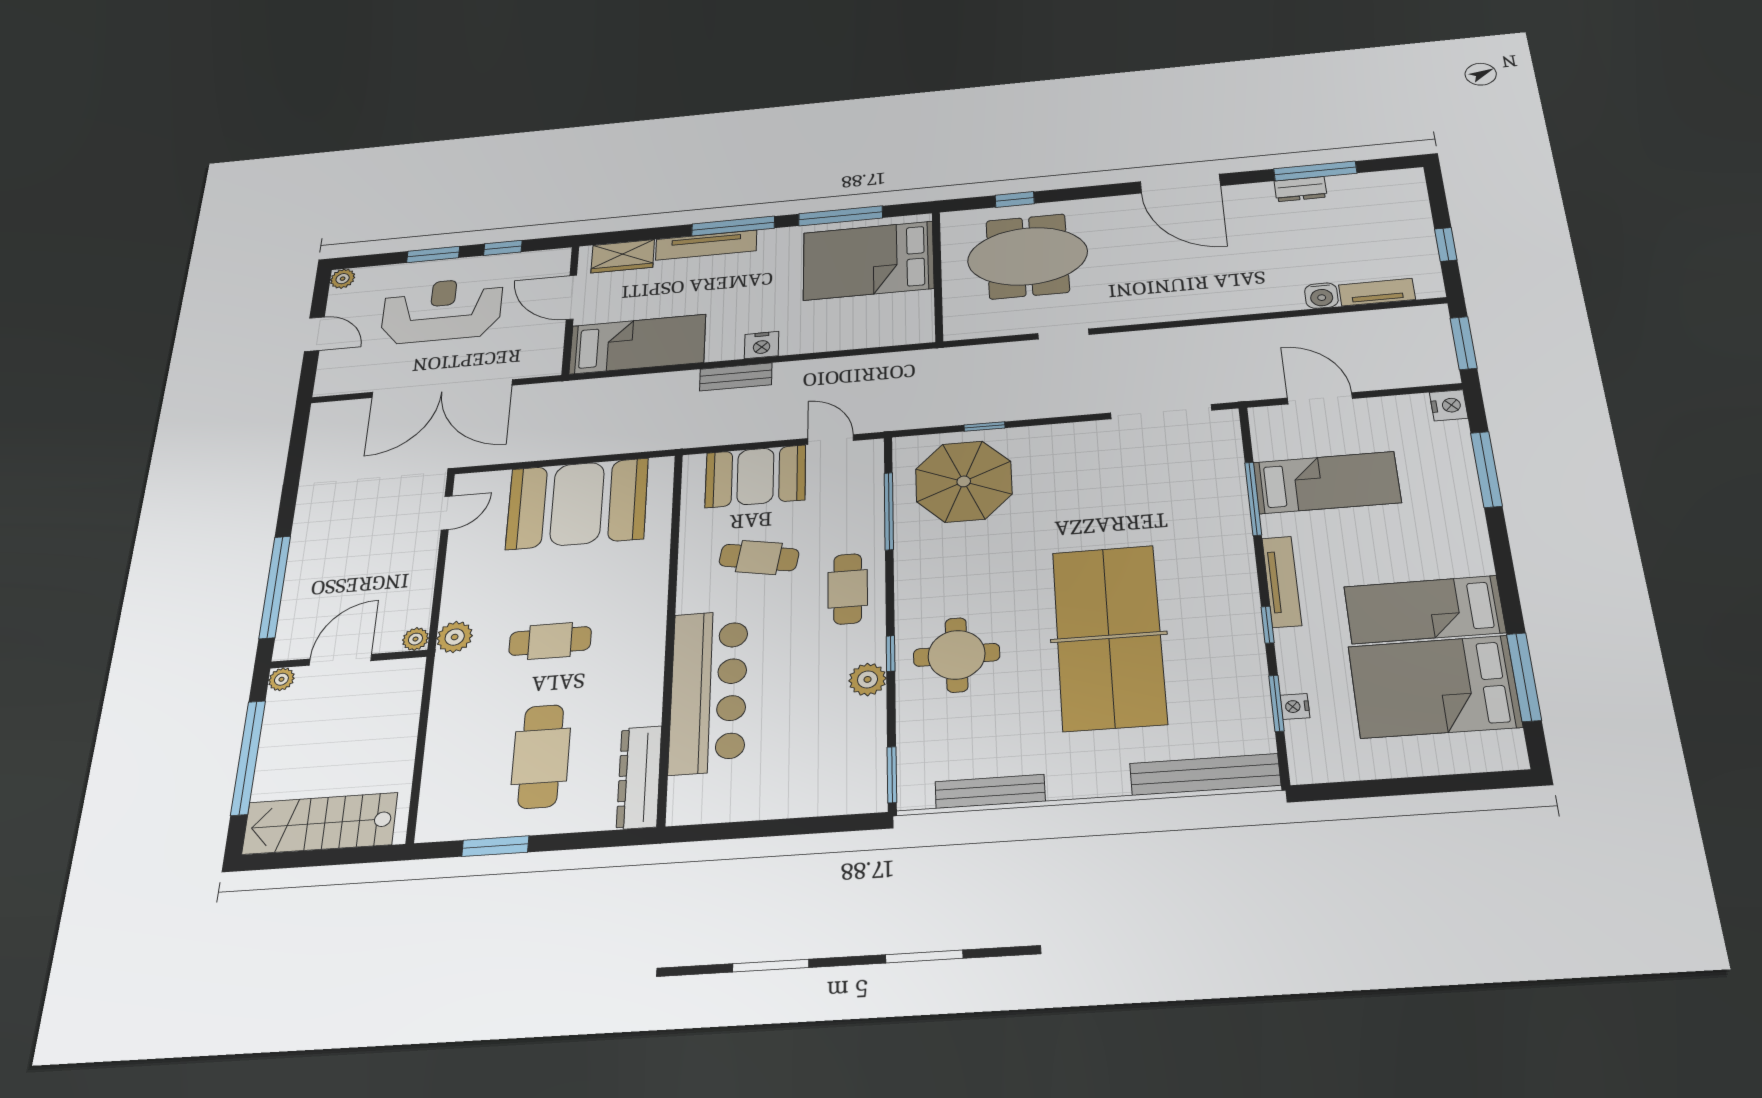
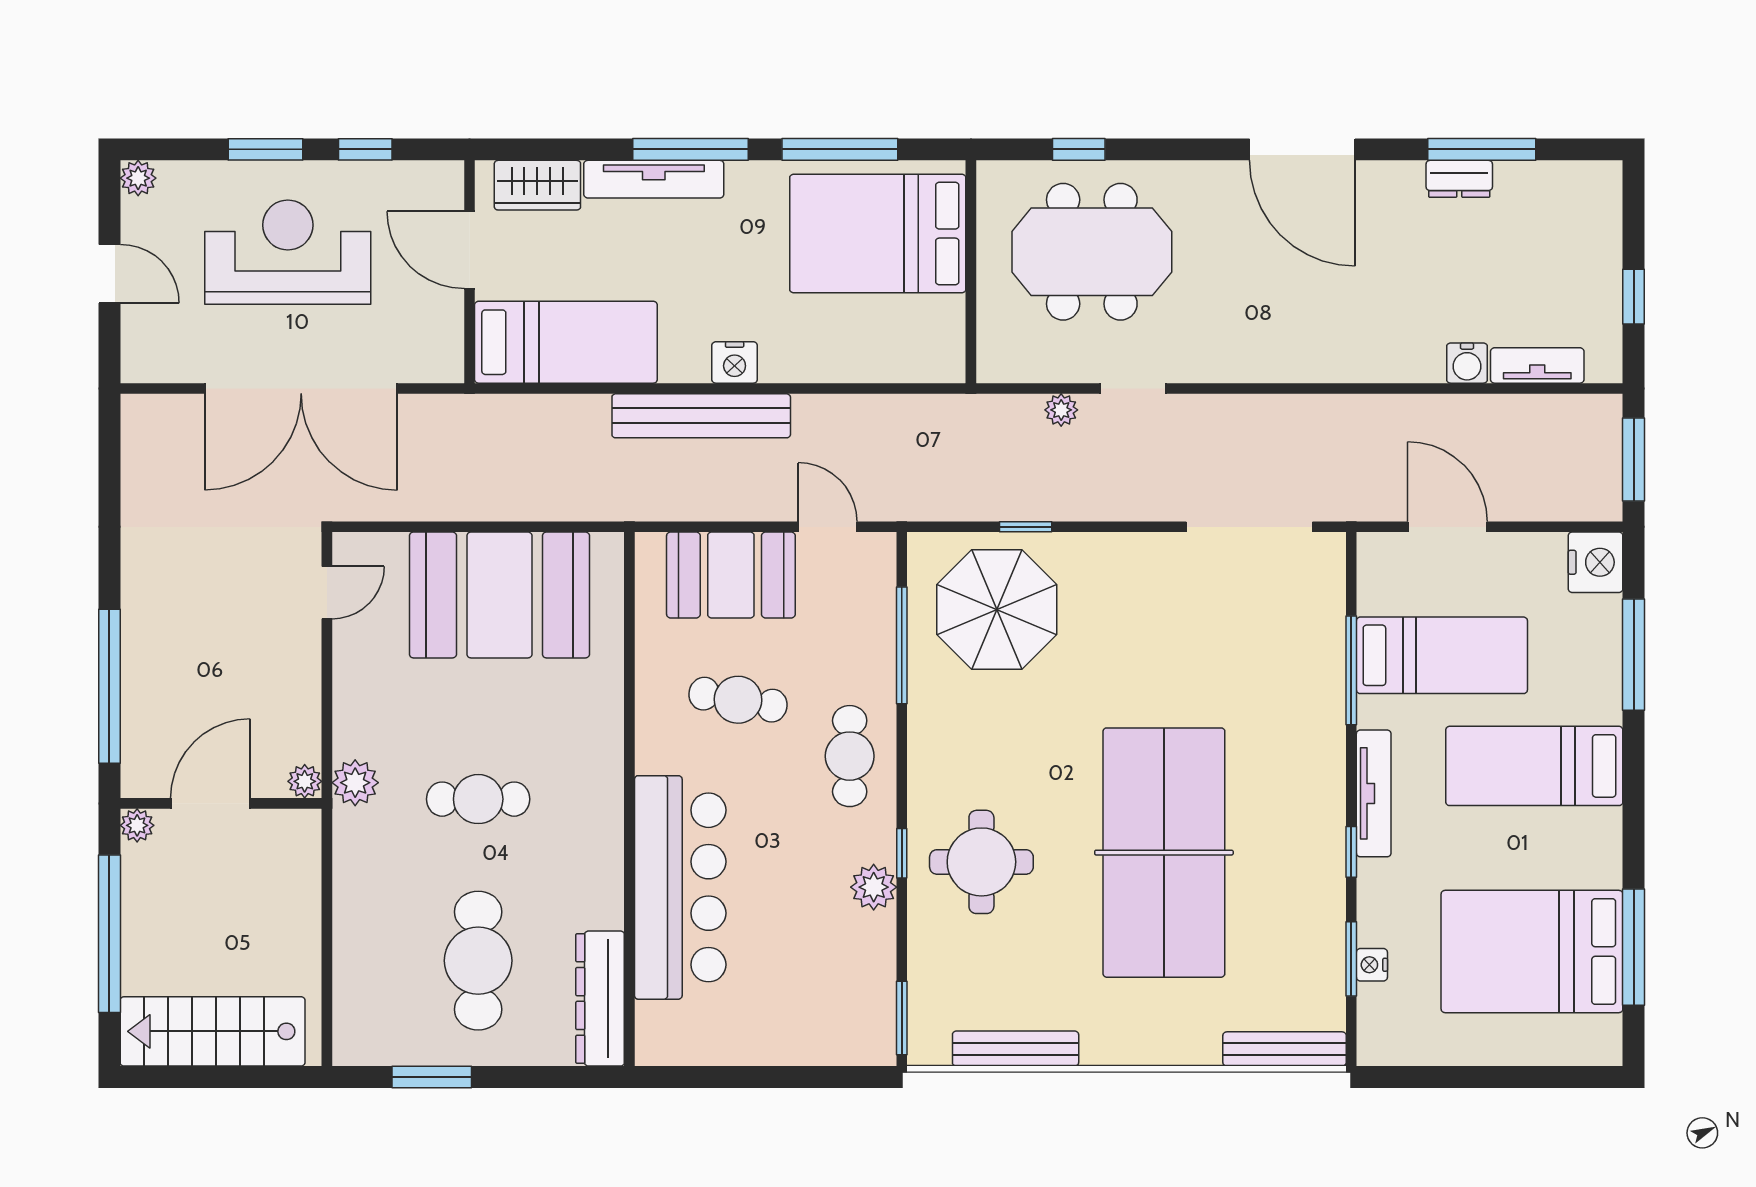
plant: (1009, 352) -> (1061, 410), added
bench: (736, 377) -> (701, 416), width x1.86, depth x1.21
nightstand: (1449, 405) -> (1596, 562), width x1.36, depth x1.33
bed: (1424, 610) -> (1534, 766), moved
bench: (1205, 774) -> (1285, 1049), width x0.73, depth x0.82

